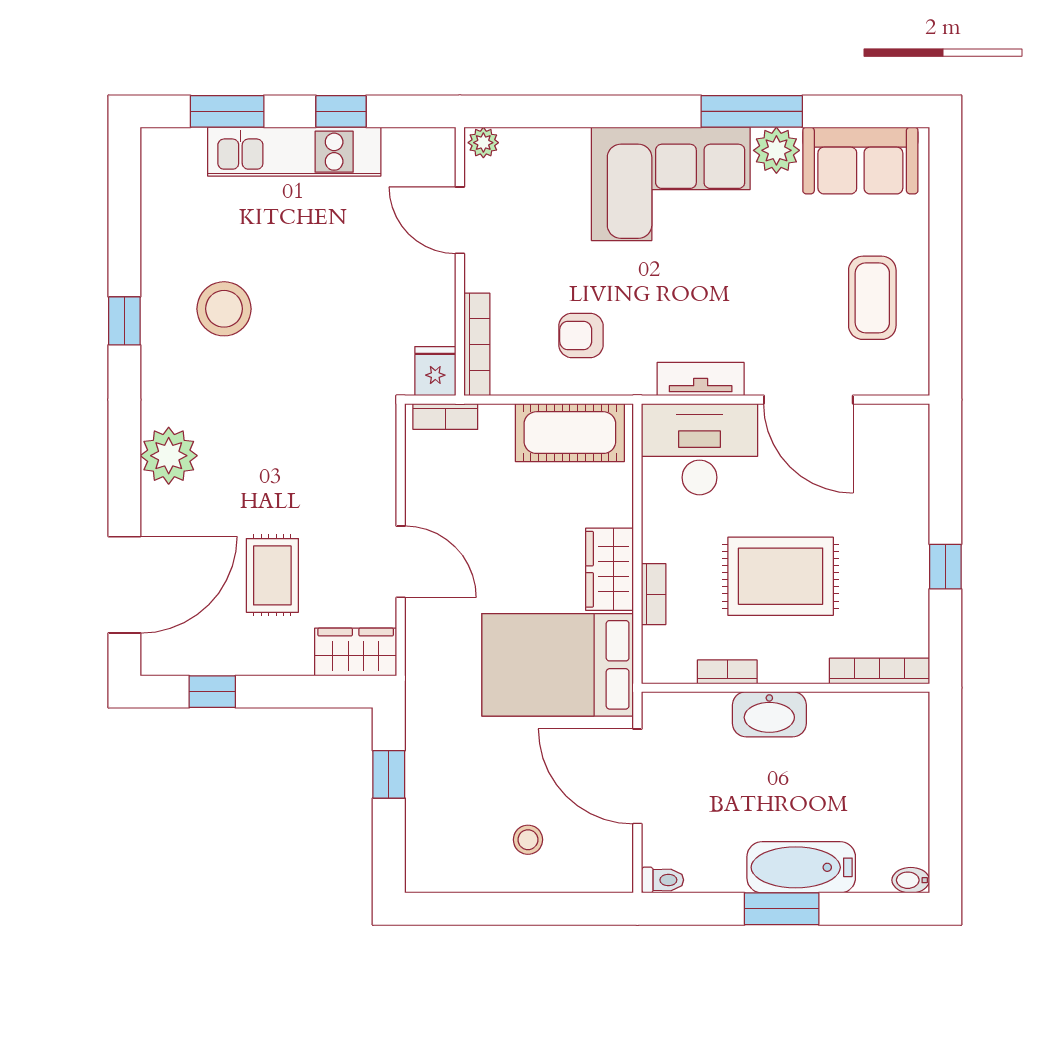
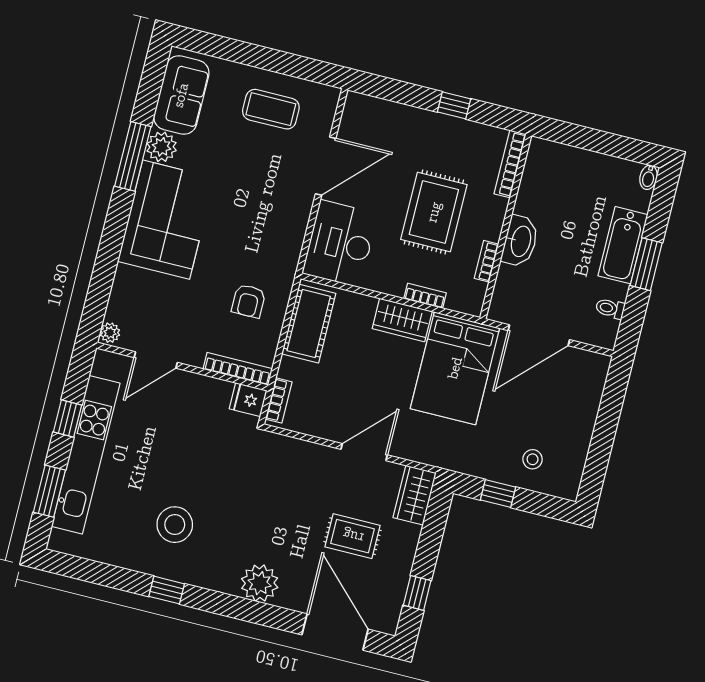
kitchen unit: (294, 152) -> (86, 455), width x1.36
tv unit: (701, 379) -> (295, 232), removed
stool: (528, 840) -> (533, 459), moved
toilet: (662, 880) -> (610, 308), moved, turned -90

